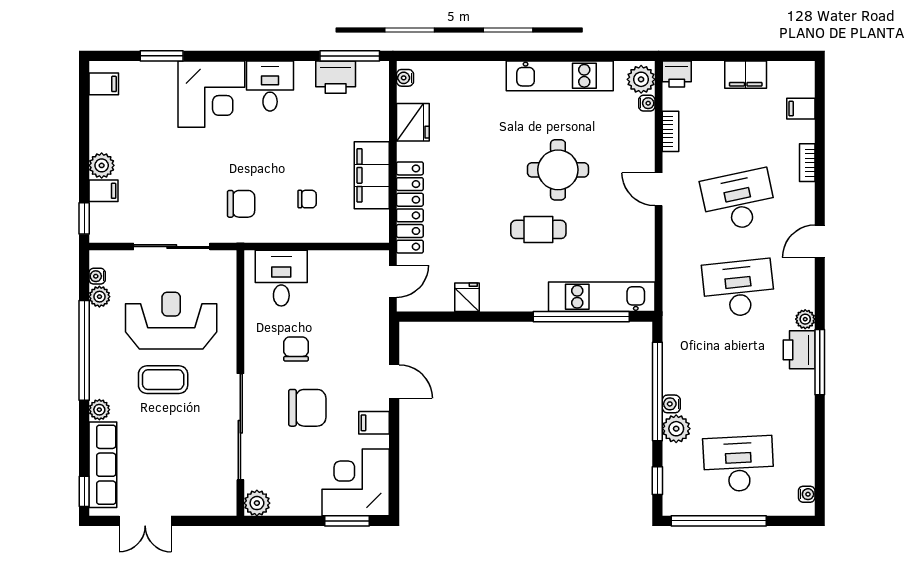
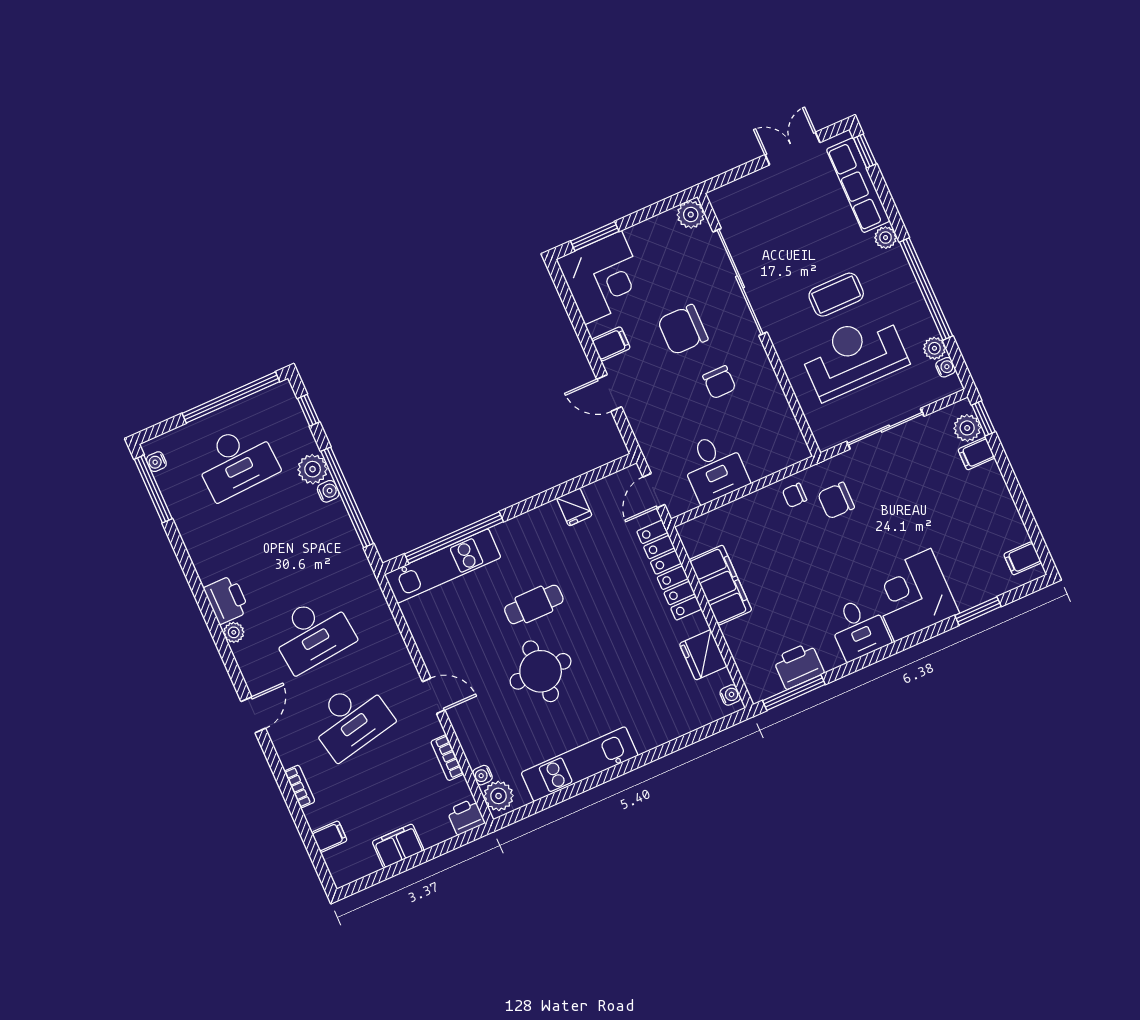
plant: (102, 165) -> (967, 428), moved
chair: (307, 199) -> (795, 495), moved
desk: (281, 278) -> (714, 468), moved
reception desk: (171, 321) -> (854, 356), turned 180
window: (820, 362) -> (153, 489), moved

